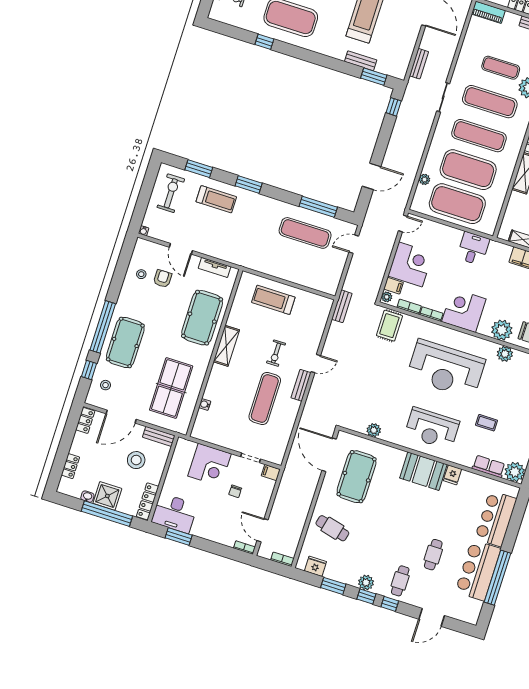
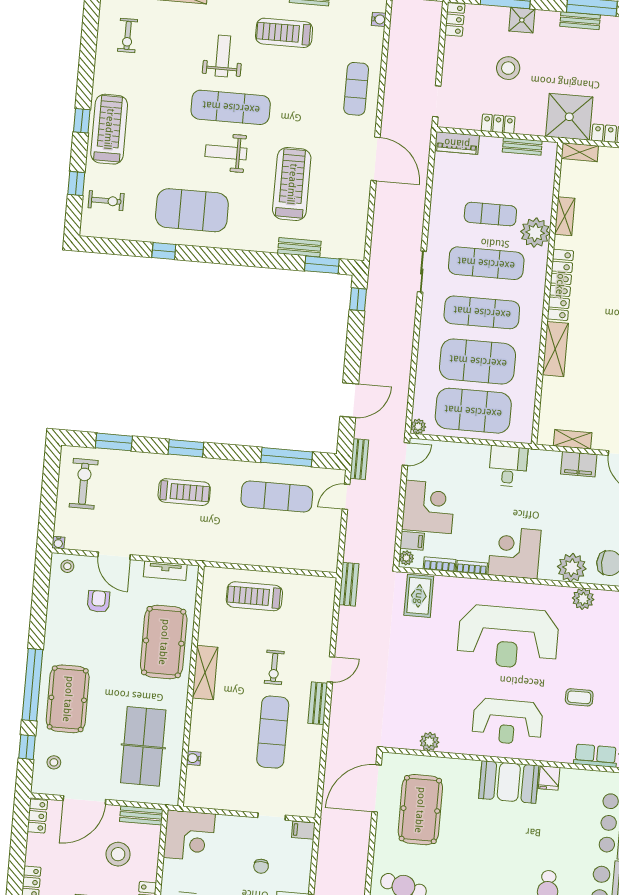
bench: (419, 64) -> (359, 459), moved
plant: (424, 179) -> (418, 426), moved
treadmill: (216, 199) -> (184, 492), moved
stool: (141, 274) -> (67, 566), moved
door: (329, 455) -> (377, 788), hinge flipped
corner desk: (210, 465) -> (189, 836), moved

